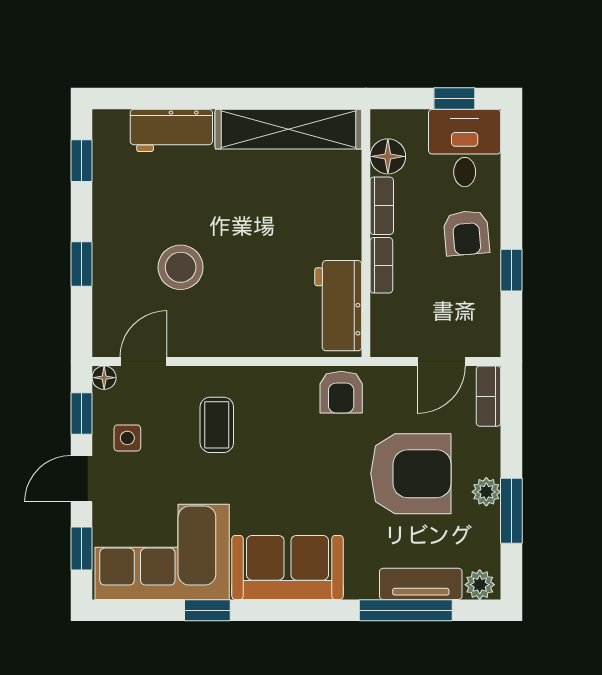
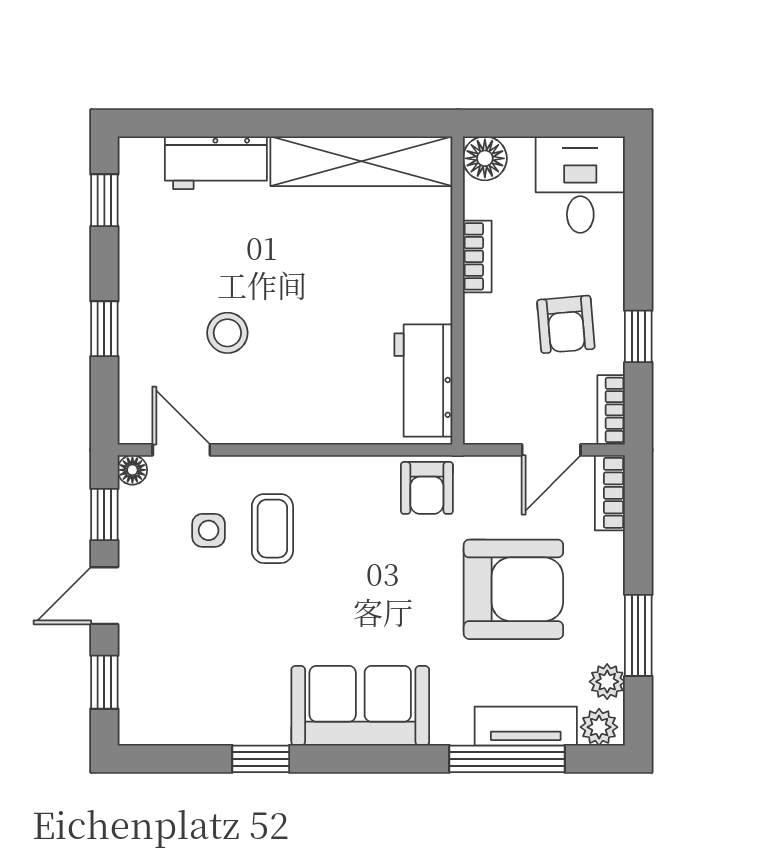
window: (454, 98) -> (568, 123), removed
floor lamp: (388, 156) -> (485, 158), moved
armchair: (466, 233) -> (566, 324), moved
bookcase: (381, 265) -> (611, 410), moved, turned 180
stool: (181, 267) -> (227, 333), width x0.73, depth x0.73
door: (143, 361) -> (181, 450), hinge flipped
side table: (127, 438) -> (209, 530), moved
plant: (486, 492) -> (607, 682), moved
corner sofa: (162, 552) -> (205, 686), removed

